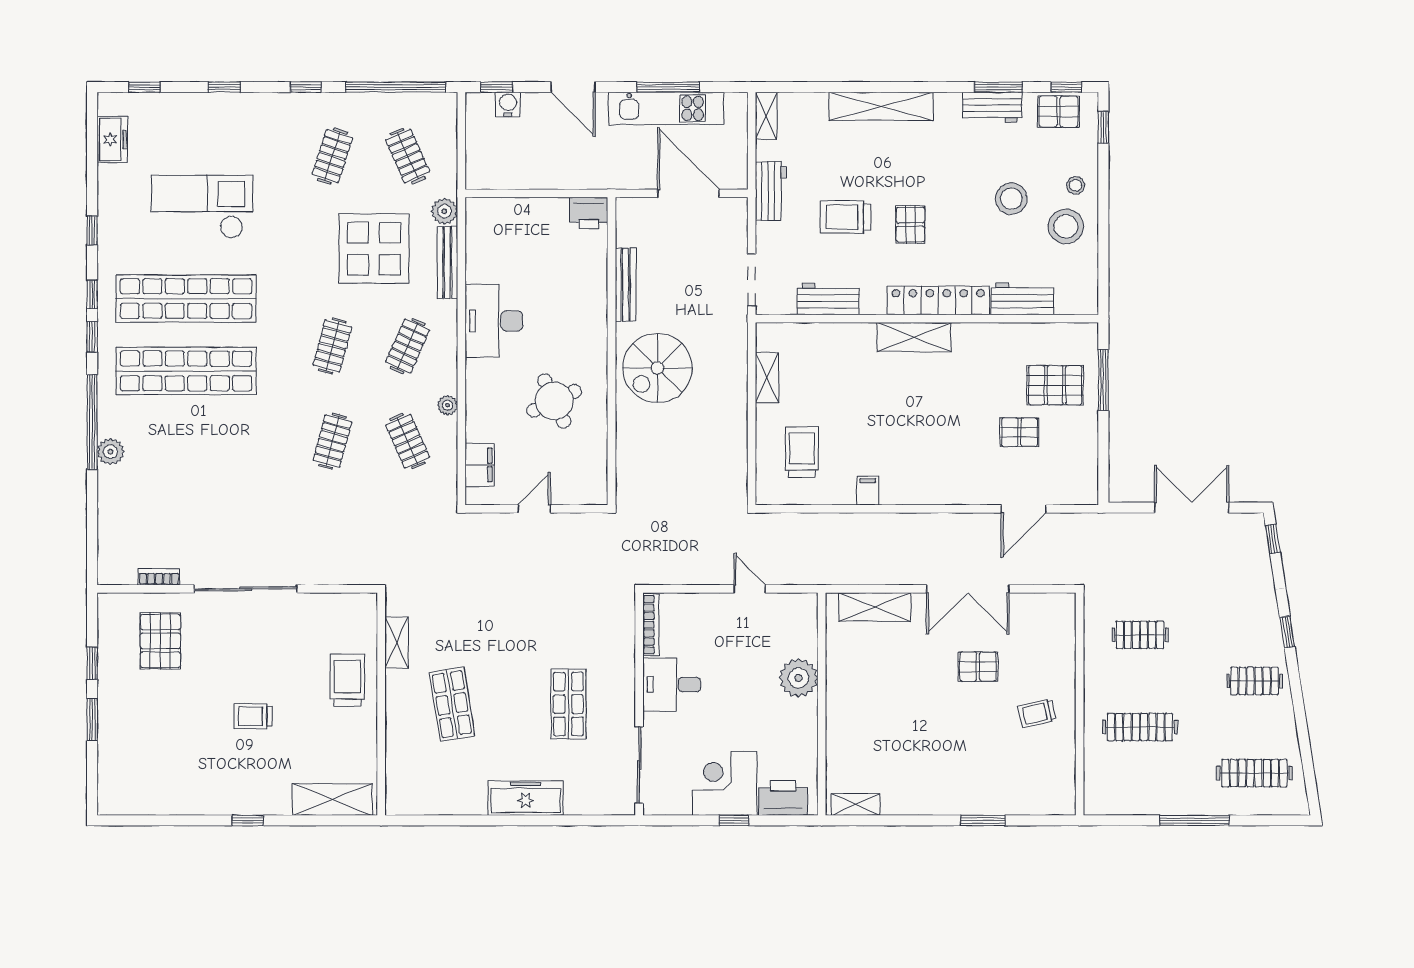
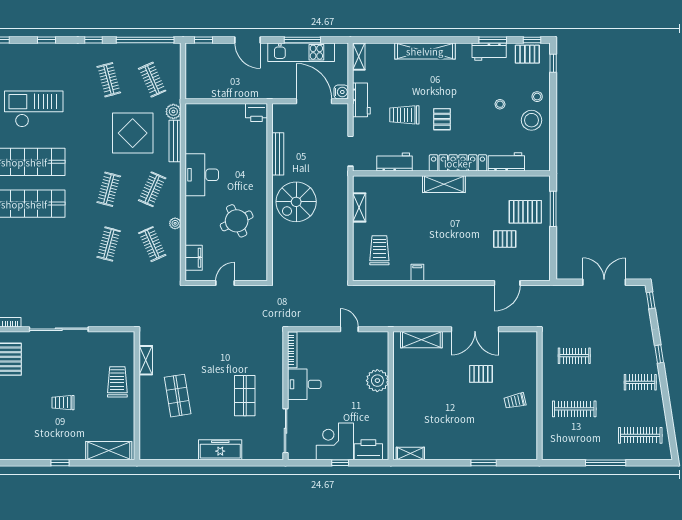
water cooler: (508, 104) -> (341, 92), moved, turned 90
clothes rail: (332, 156) -> (109, 80), turned -33
stool: (1011, 199) -> (500, 104), width x0.53, depth x0.53

